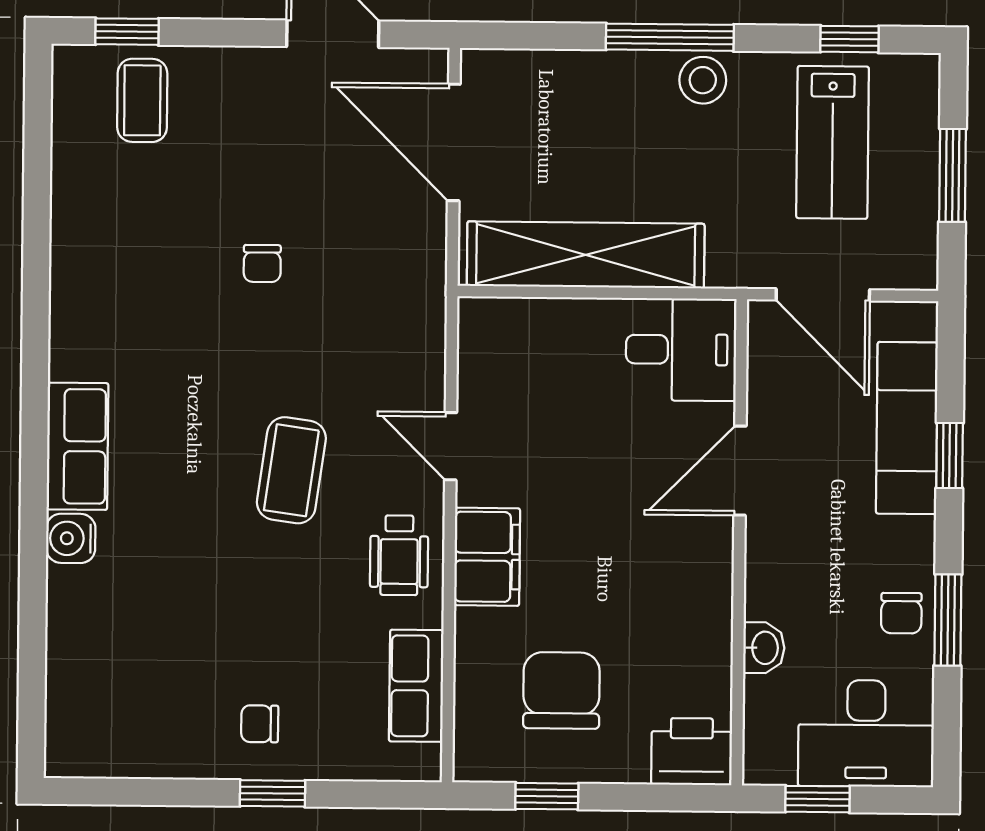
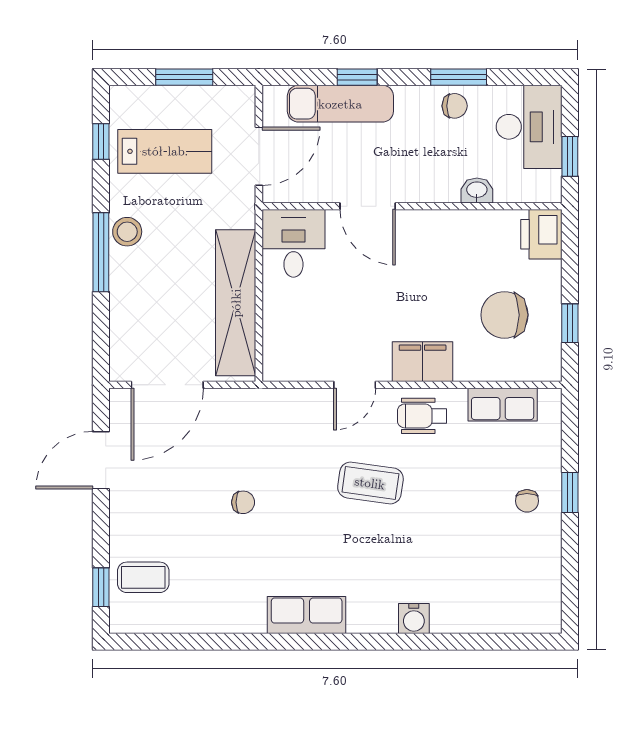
row of seats: (77, 446) -> (307, 615), moved
wheelchair: (399, 555) -> (422, 416), turned 180

